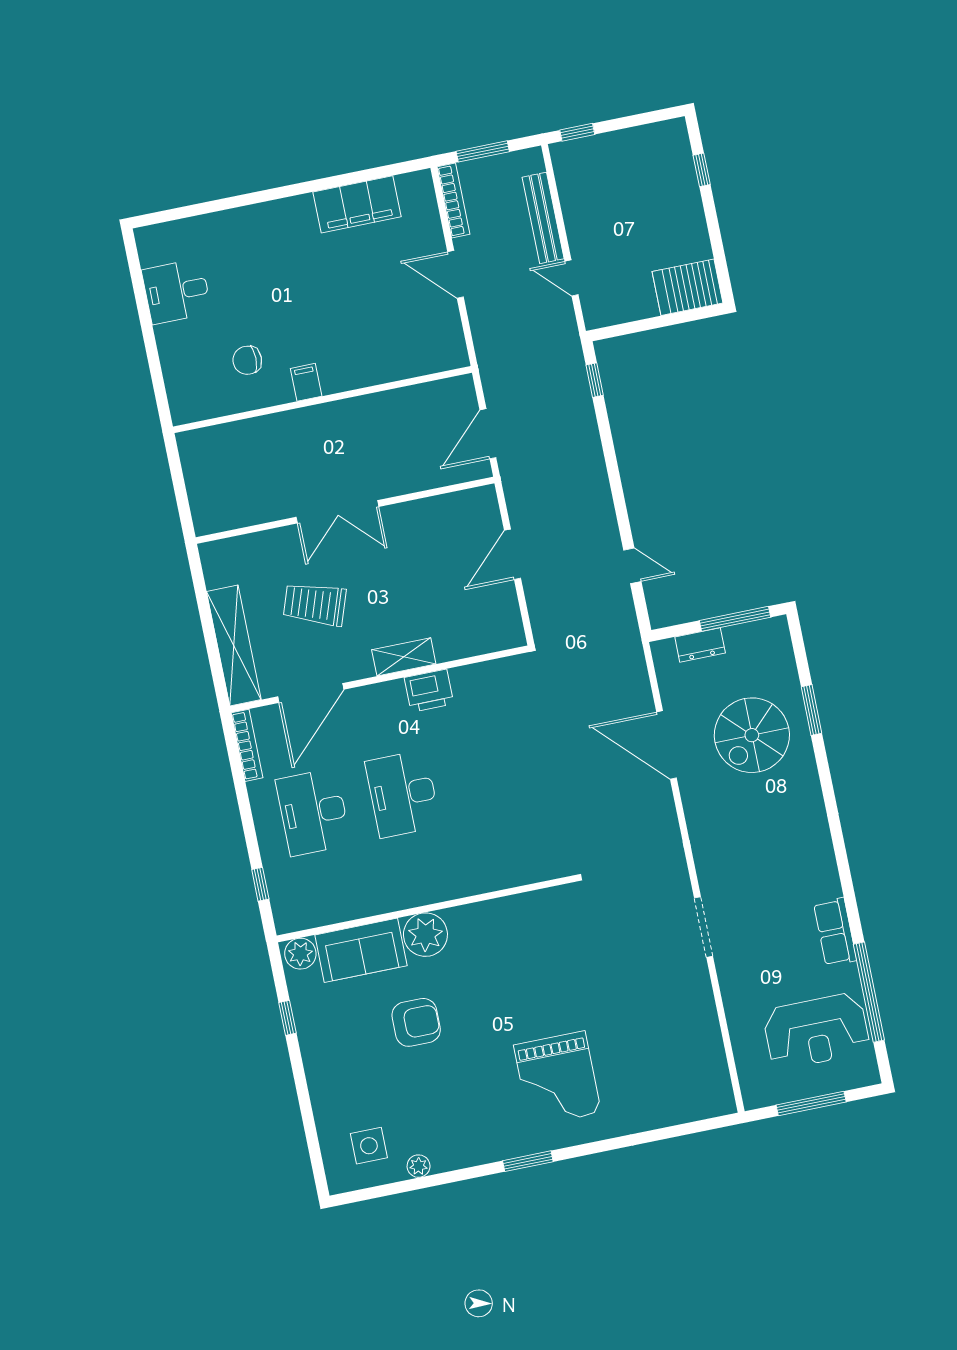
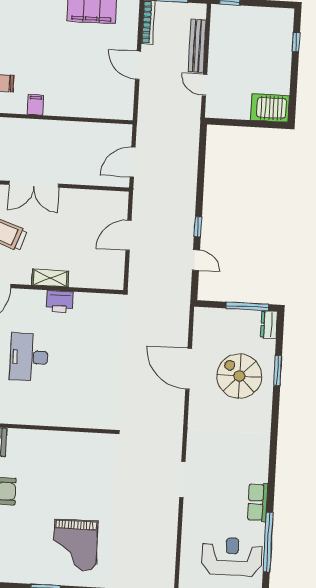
window: (595, 380) -> (198, 227), moved
dresser: (700, 645) -> (269, 325), moved, turned 90
spiral stairs: (752, 735) -> (239, 376), turned 90
plant: (425, 935) -> (21, 442), removed
reception desk: (816, 1031) -> (232, 557), turned 180

